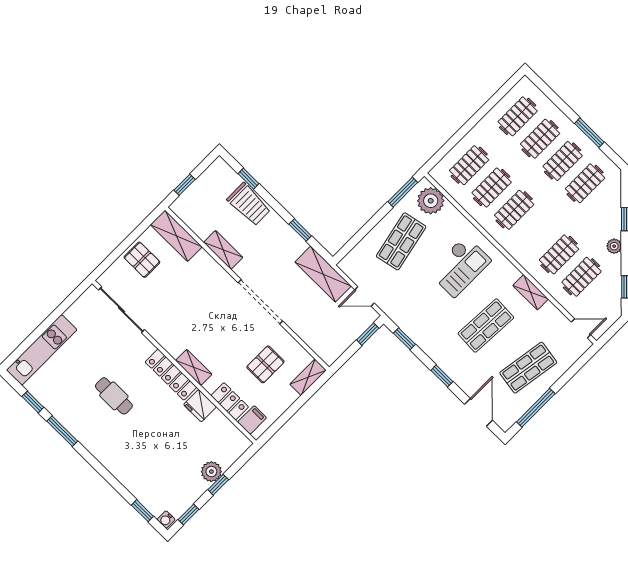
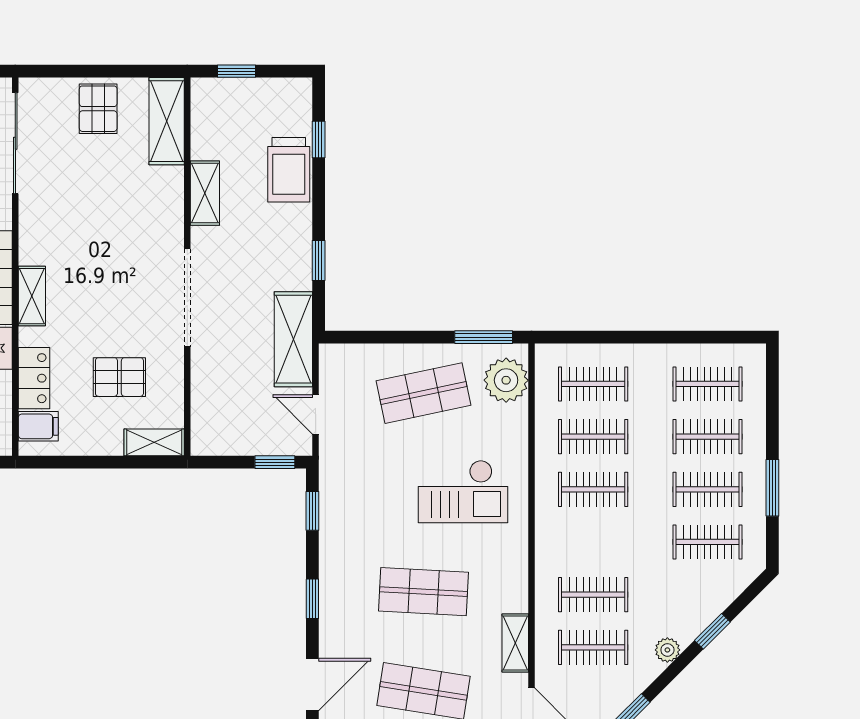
shelving: (531, 292) -> (515, 643), moved

